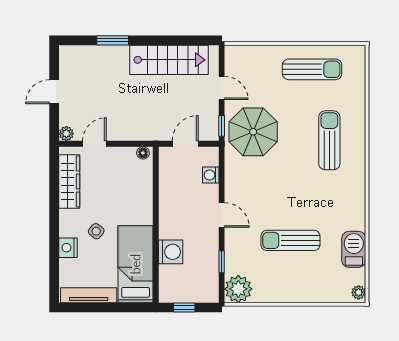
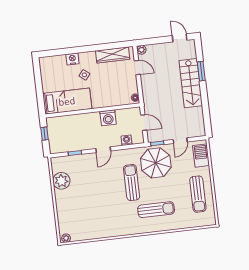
stairs: (169, 60) -> (191, 83), moved
door: (54, 92) -> (180, 38), moved
sun lounger: (290, 240) -> (132, 183), moved
barbecue: (354, 249) -> (201, 156), moved, turned -90
washing machine: (171, 252) -> (108, 118), moved
plant: (238, 289) -> (61, 181), moved
tv unit: (89, 295) -> (45, 75), removed

